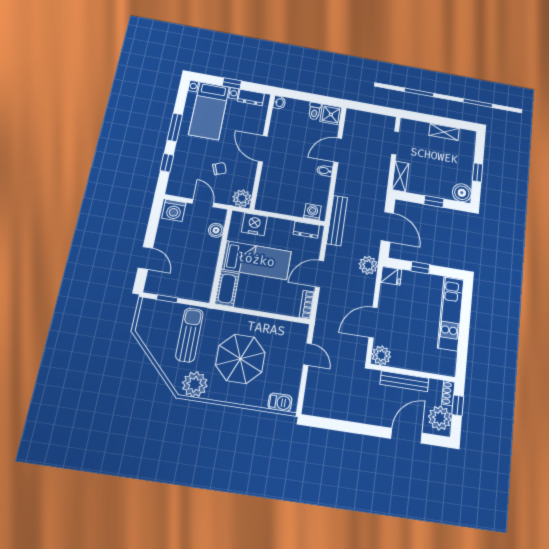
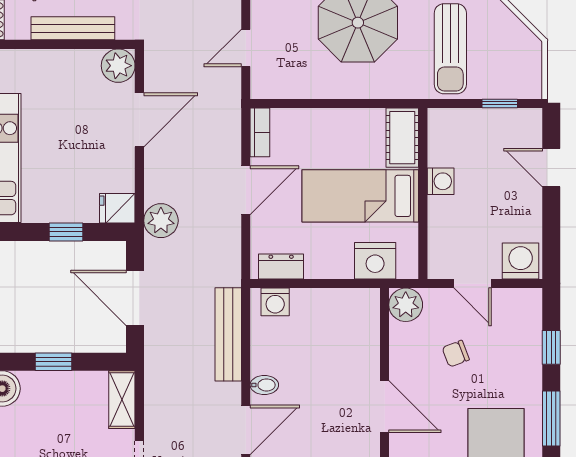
bench: (337, 221) -> (228, 334), moved
boiler: (216, 230) -> (440, 238), removed
washing machine: (210, 261) -> (441, 181), added
door: (308, 354) -> (246, 48), hinge flipped

